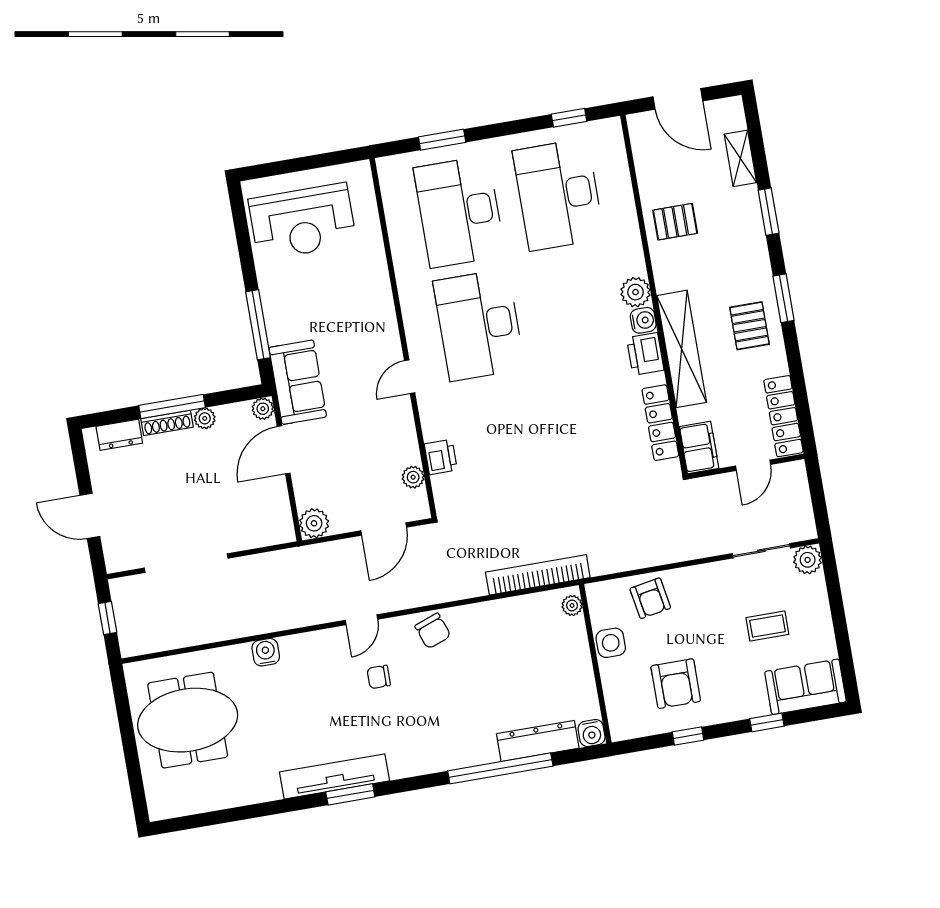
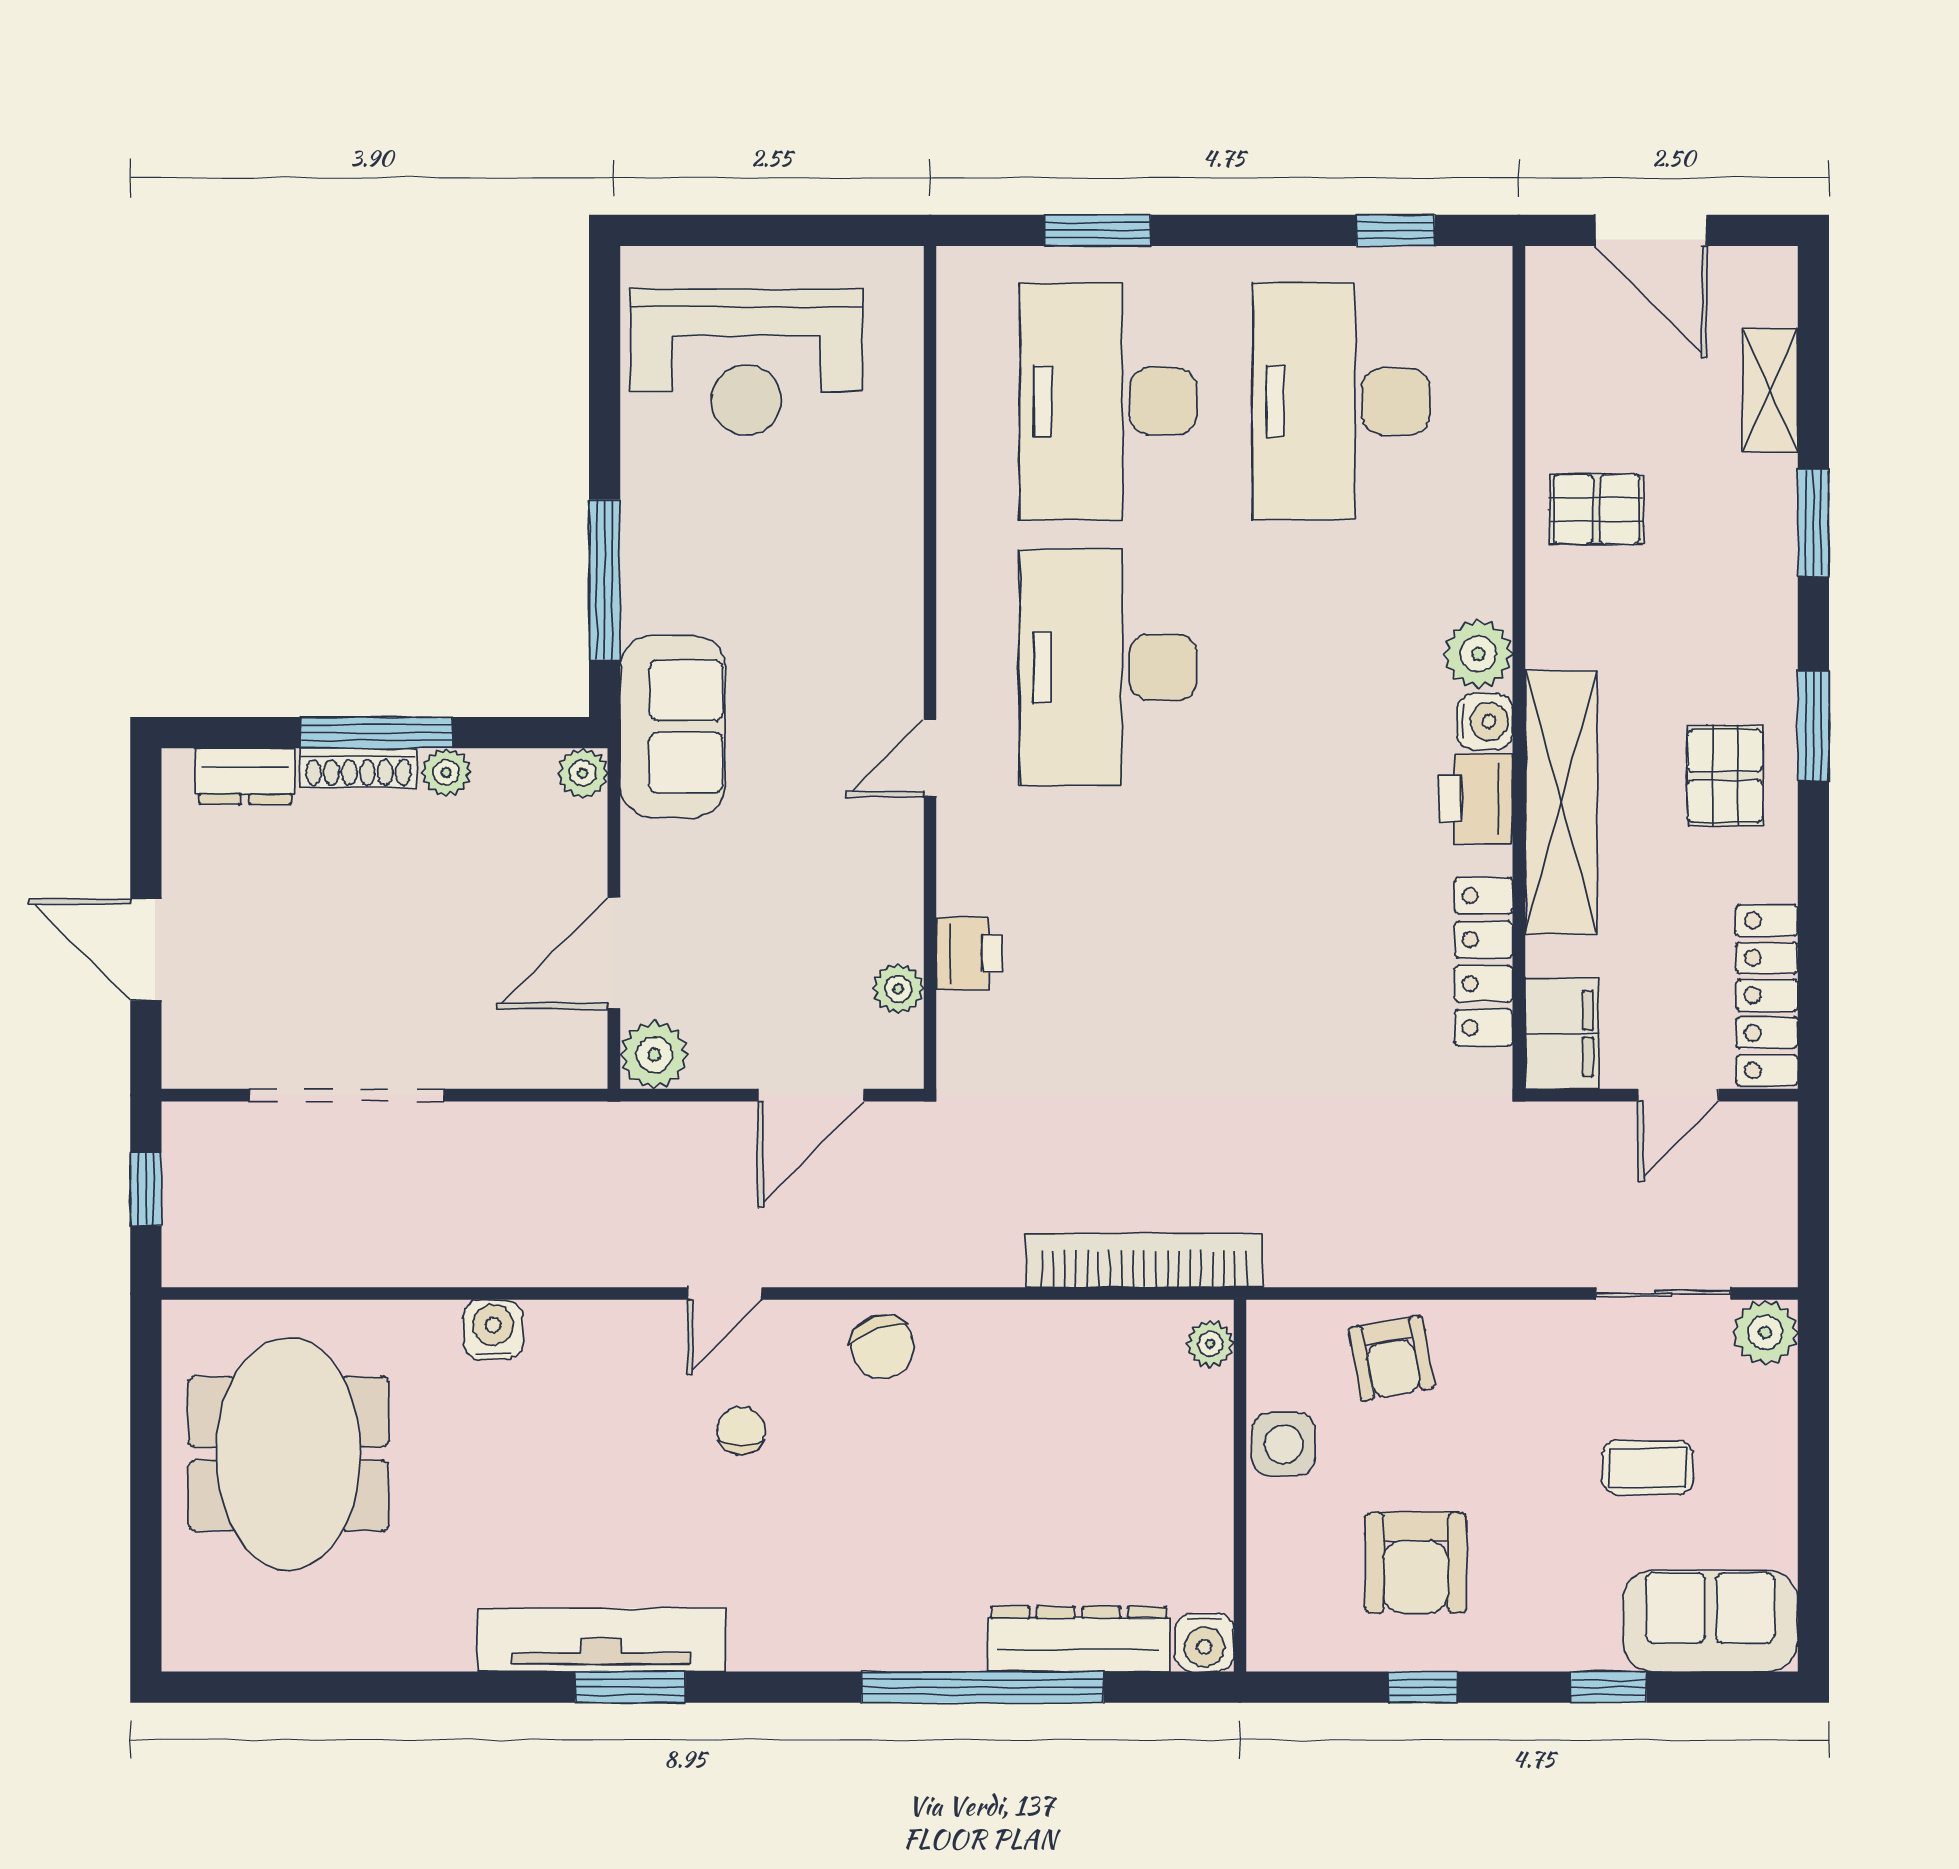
door: (284, 450) -> (614, 953), moved
chair: (379, 677) -> (741, 1431), turned 90
meeting table: (188, 720) -> (288, 1454), turned 90

